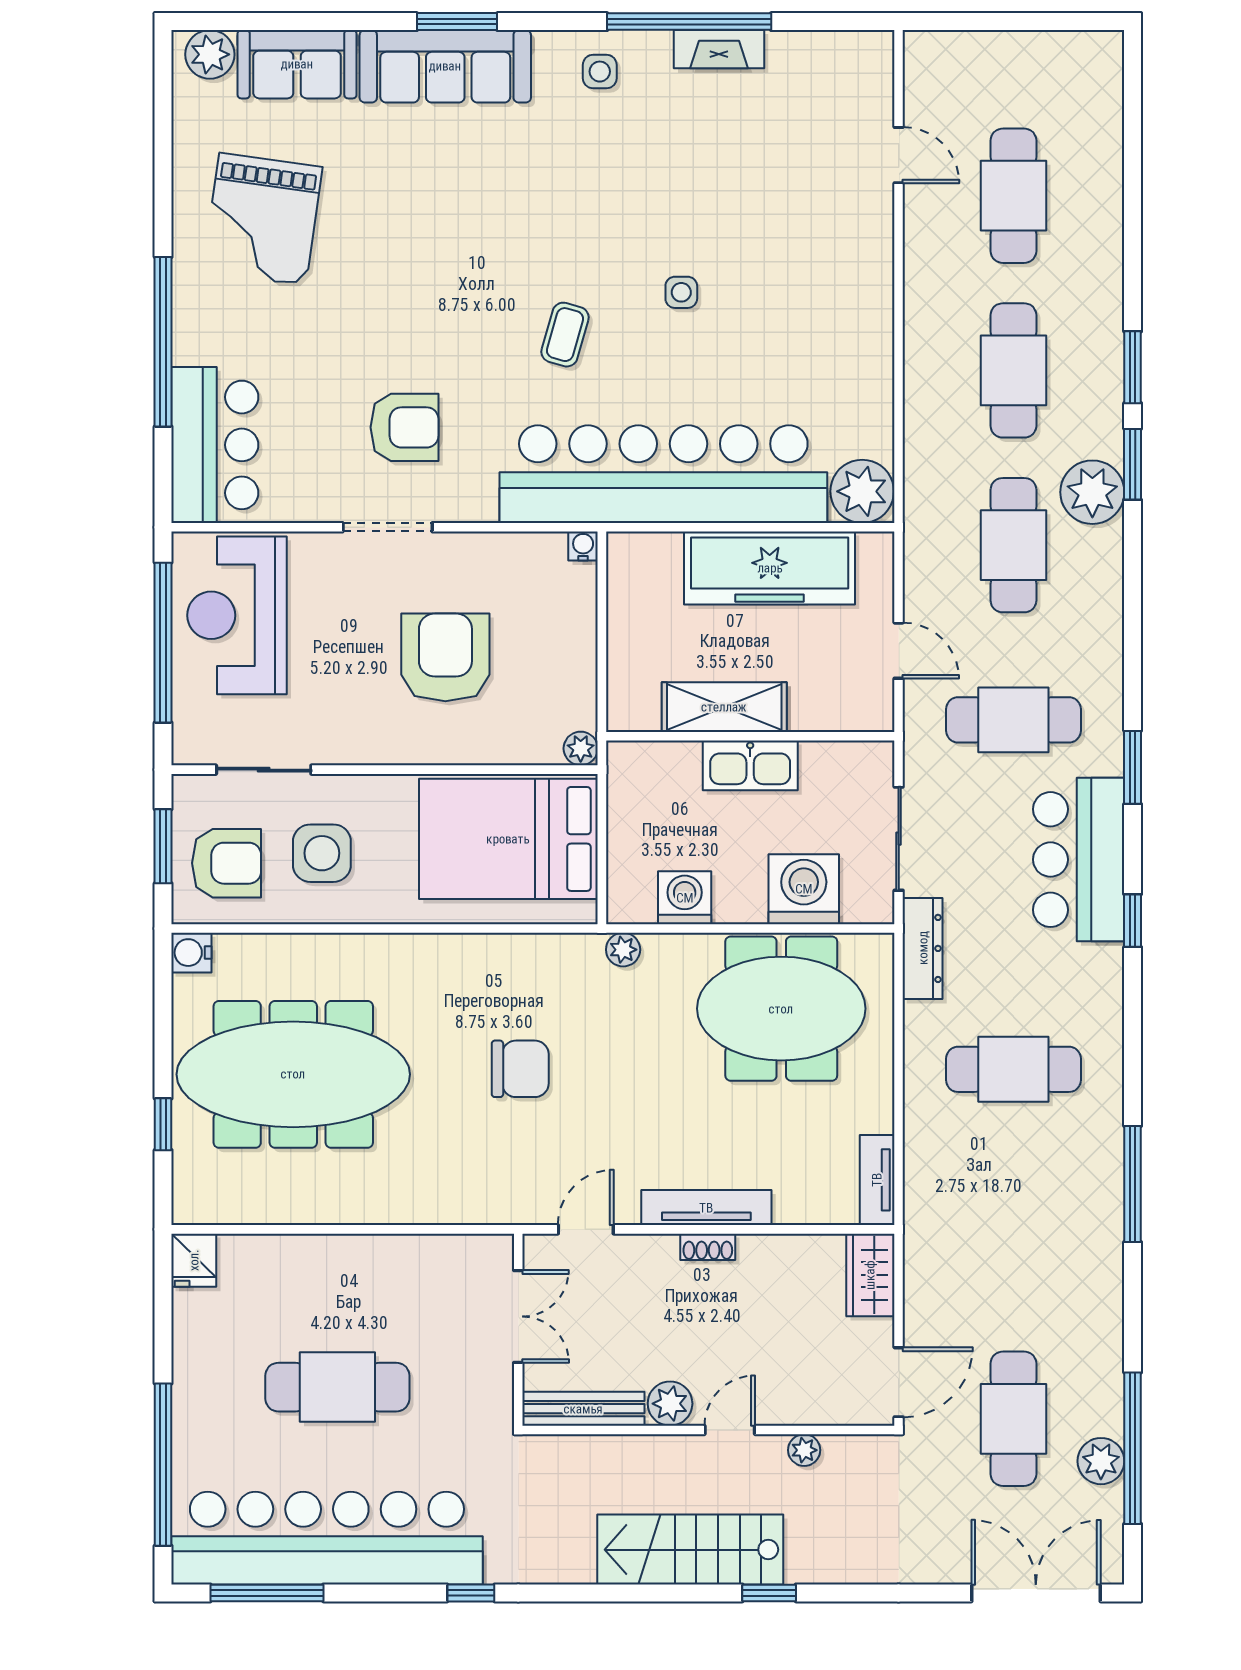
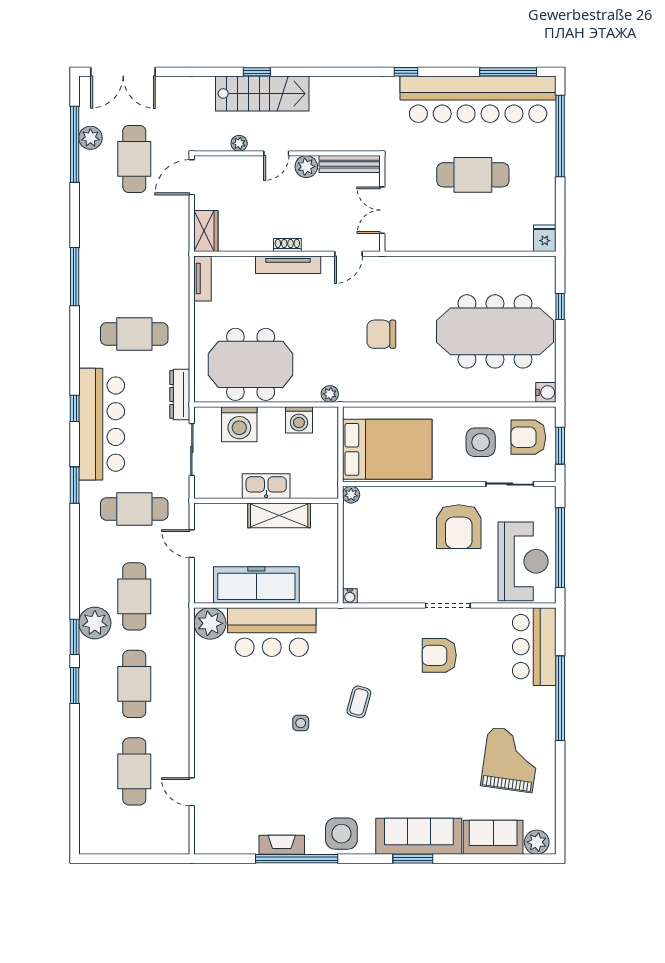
side table: (600, 72) -> (341, 834), width x1.87, depth x1.87
bar counter: (663, 474) -> (272, 632), width x0.54
armchair: (445, 657) -> (459, 527), moved
bar counter: (1079, 860) -> (102, 424), width x1.36
stairs: (690, 1550) -> (262, 94), moved

